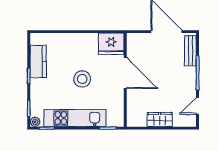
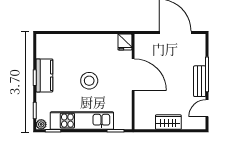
fridge: (111, 44) -> (125, 42), width x0.53, depth x0.75
bench: (190, 51) -> (200, 81), moved
kitchen counter: (38, 61) -> (44, 75), moved

